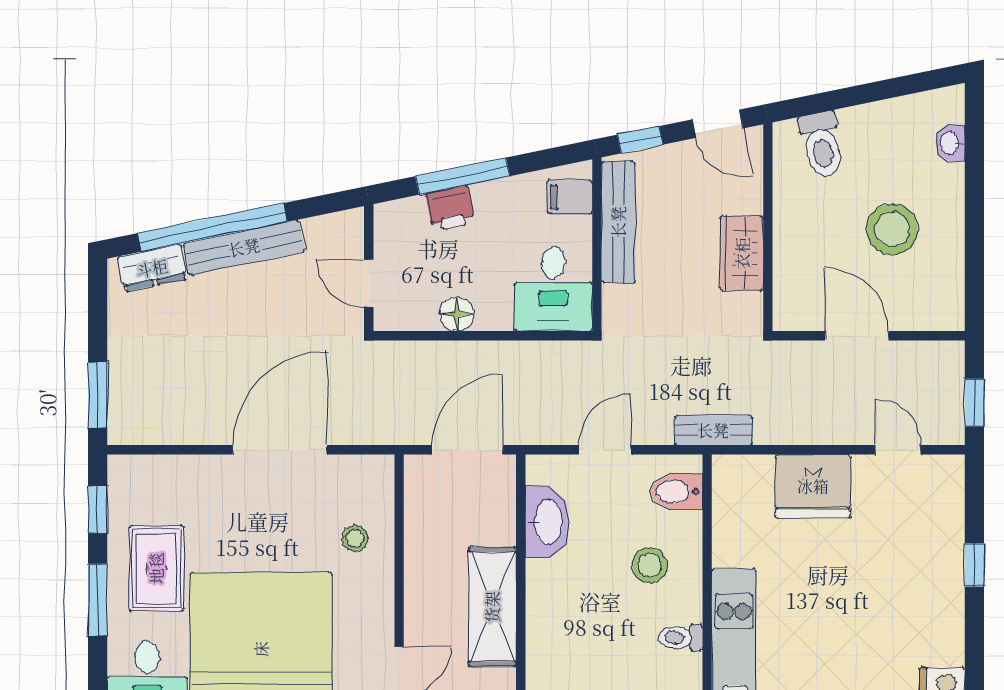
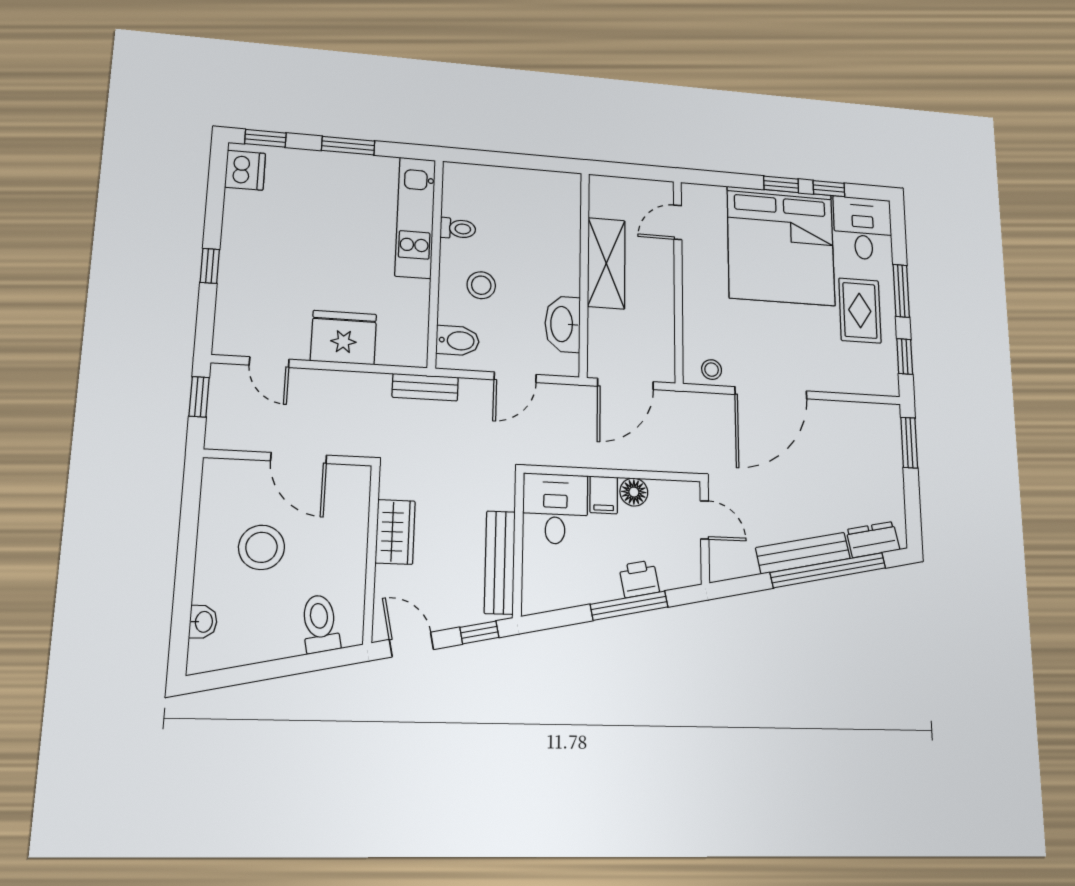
filing cabinet: (570, 197) -> (604, 495), moved, turned 90
stool: (355, 538) -> (712, 370), moved

